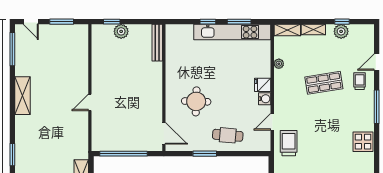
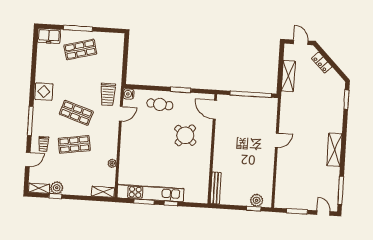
shelving: (313, 30) -> (39, 188), moved
plant: (121, 31) -> (257, 200), moved
fridge: (263, 85) -> (127, 146), removed
water cooler: (265, 99) -> (129, 94), moved
round table: (196, 101) -> (185, 135), turned 38
shop shelf: (324, 120) -> (76, 113), added

